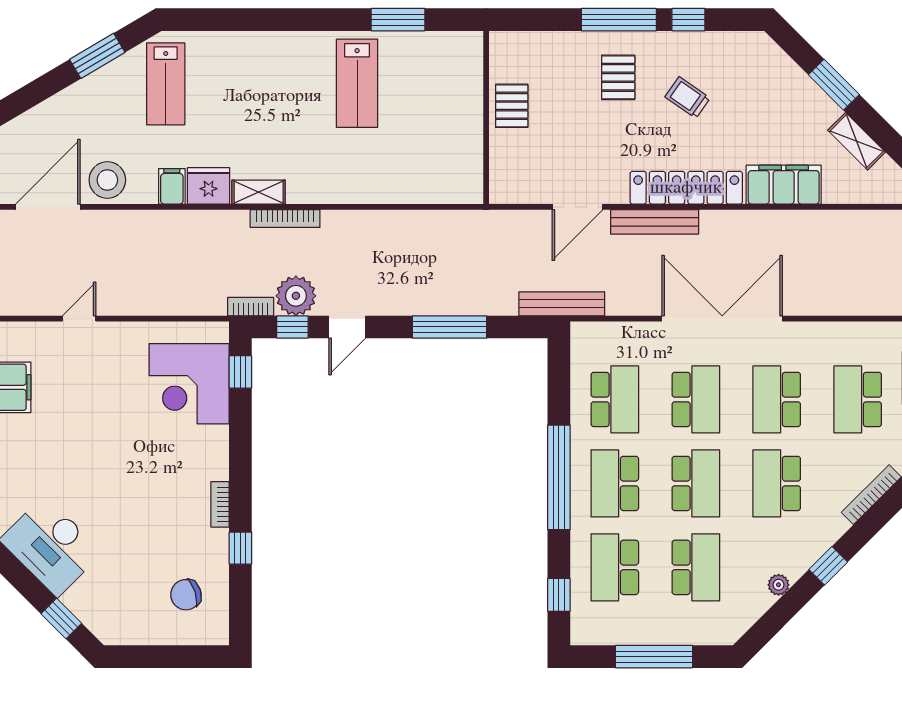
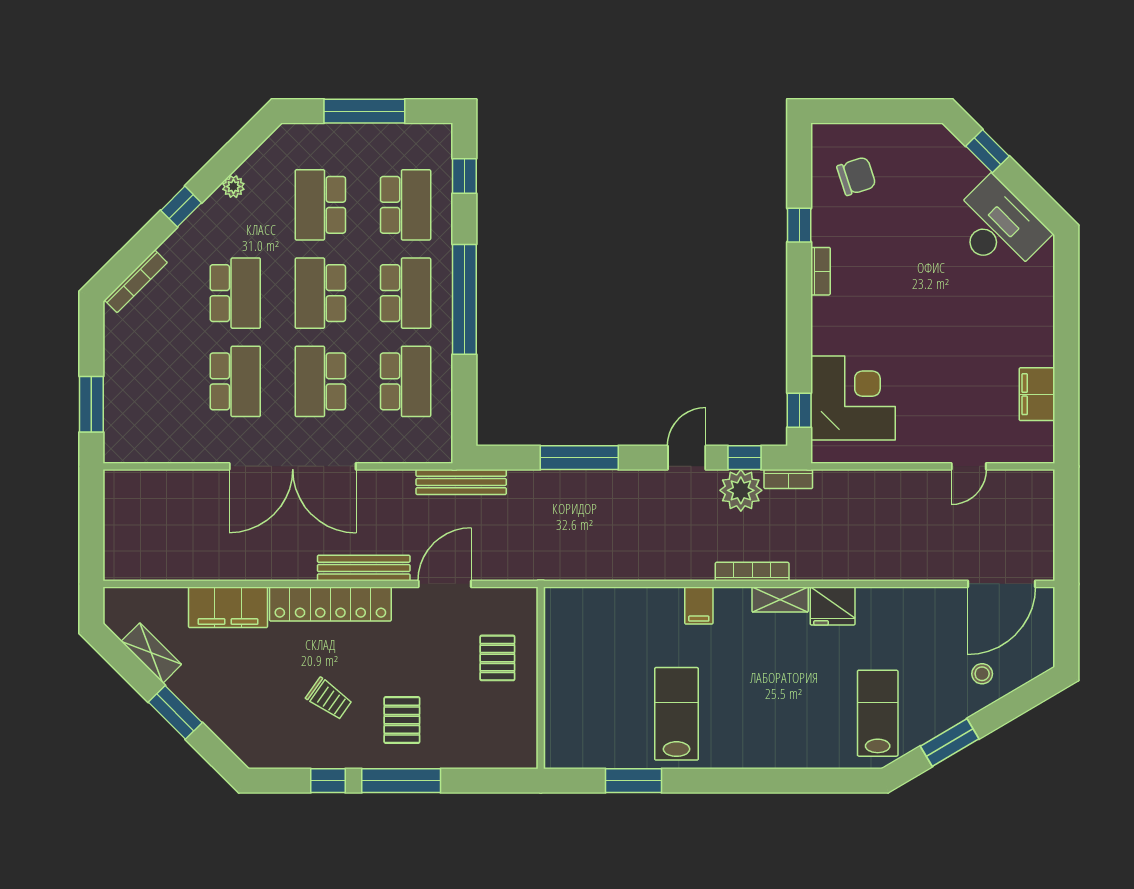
pallet: (512, 106) -> (497, 658), moved
stool: (107, 180) -> (982, 674), moved, width x0.53, depth x0.53
filing cabinet: (172, 186) -> (699, 606), moved
school desk: (615, 399) -> (406, 381), turned 180
school desk: (858, 399) -> (150, 381), removed

